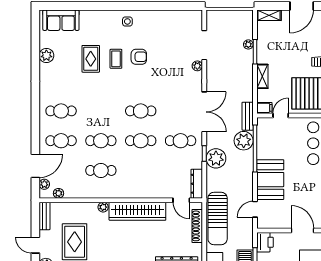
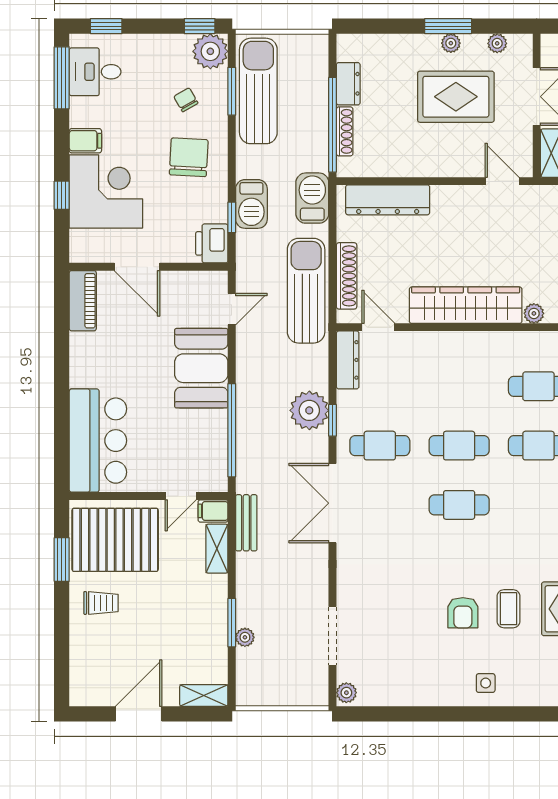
armchair: (139, 57) -> (463, 613), turned -90
plant: (197, 66) -> (346, 693), moved
shelving: (262, 76) -> (217, 549), moved
bench: (248, 116) -> (246, 523), moved
plant: (244, 141) -> (254, 446), removed

